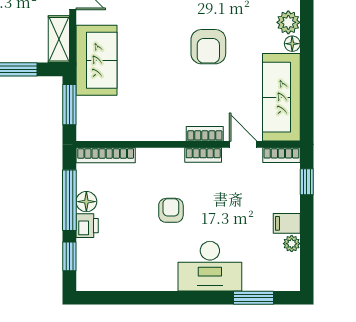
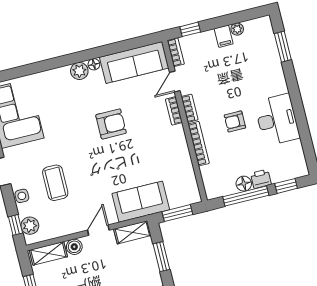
bookcase: (106, 155) -> (199, 144), moved
desk: (210, 266) -> (277, 120), moved

